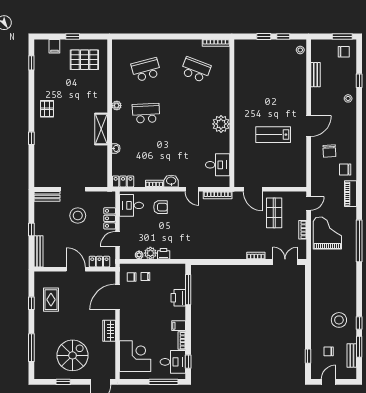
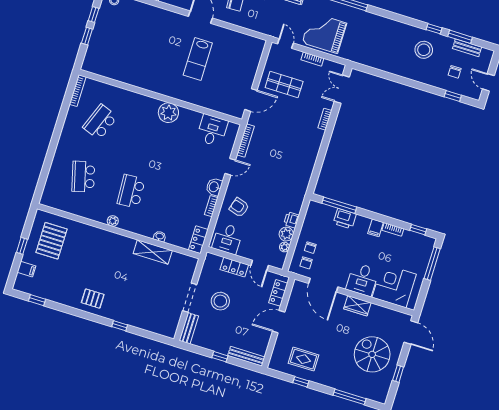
shelving: (101, 129) -> (153, 252), moved
armchair: (160, 207) -> (239, 207), turned -73
desk: (173, 362) -> (362, 280), moved, turned 180

